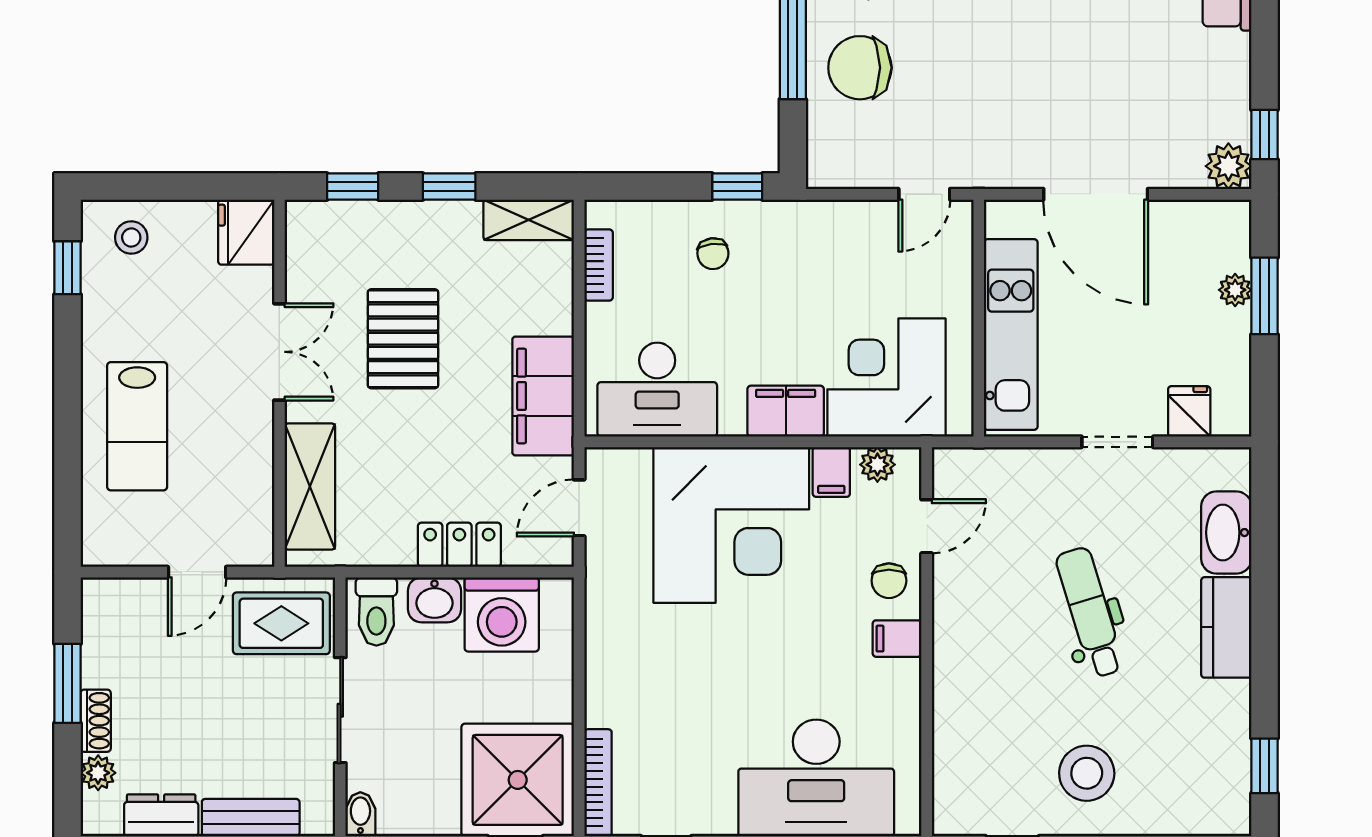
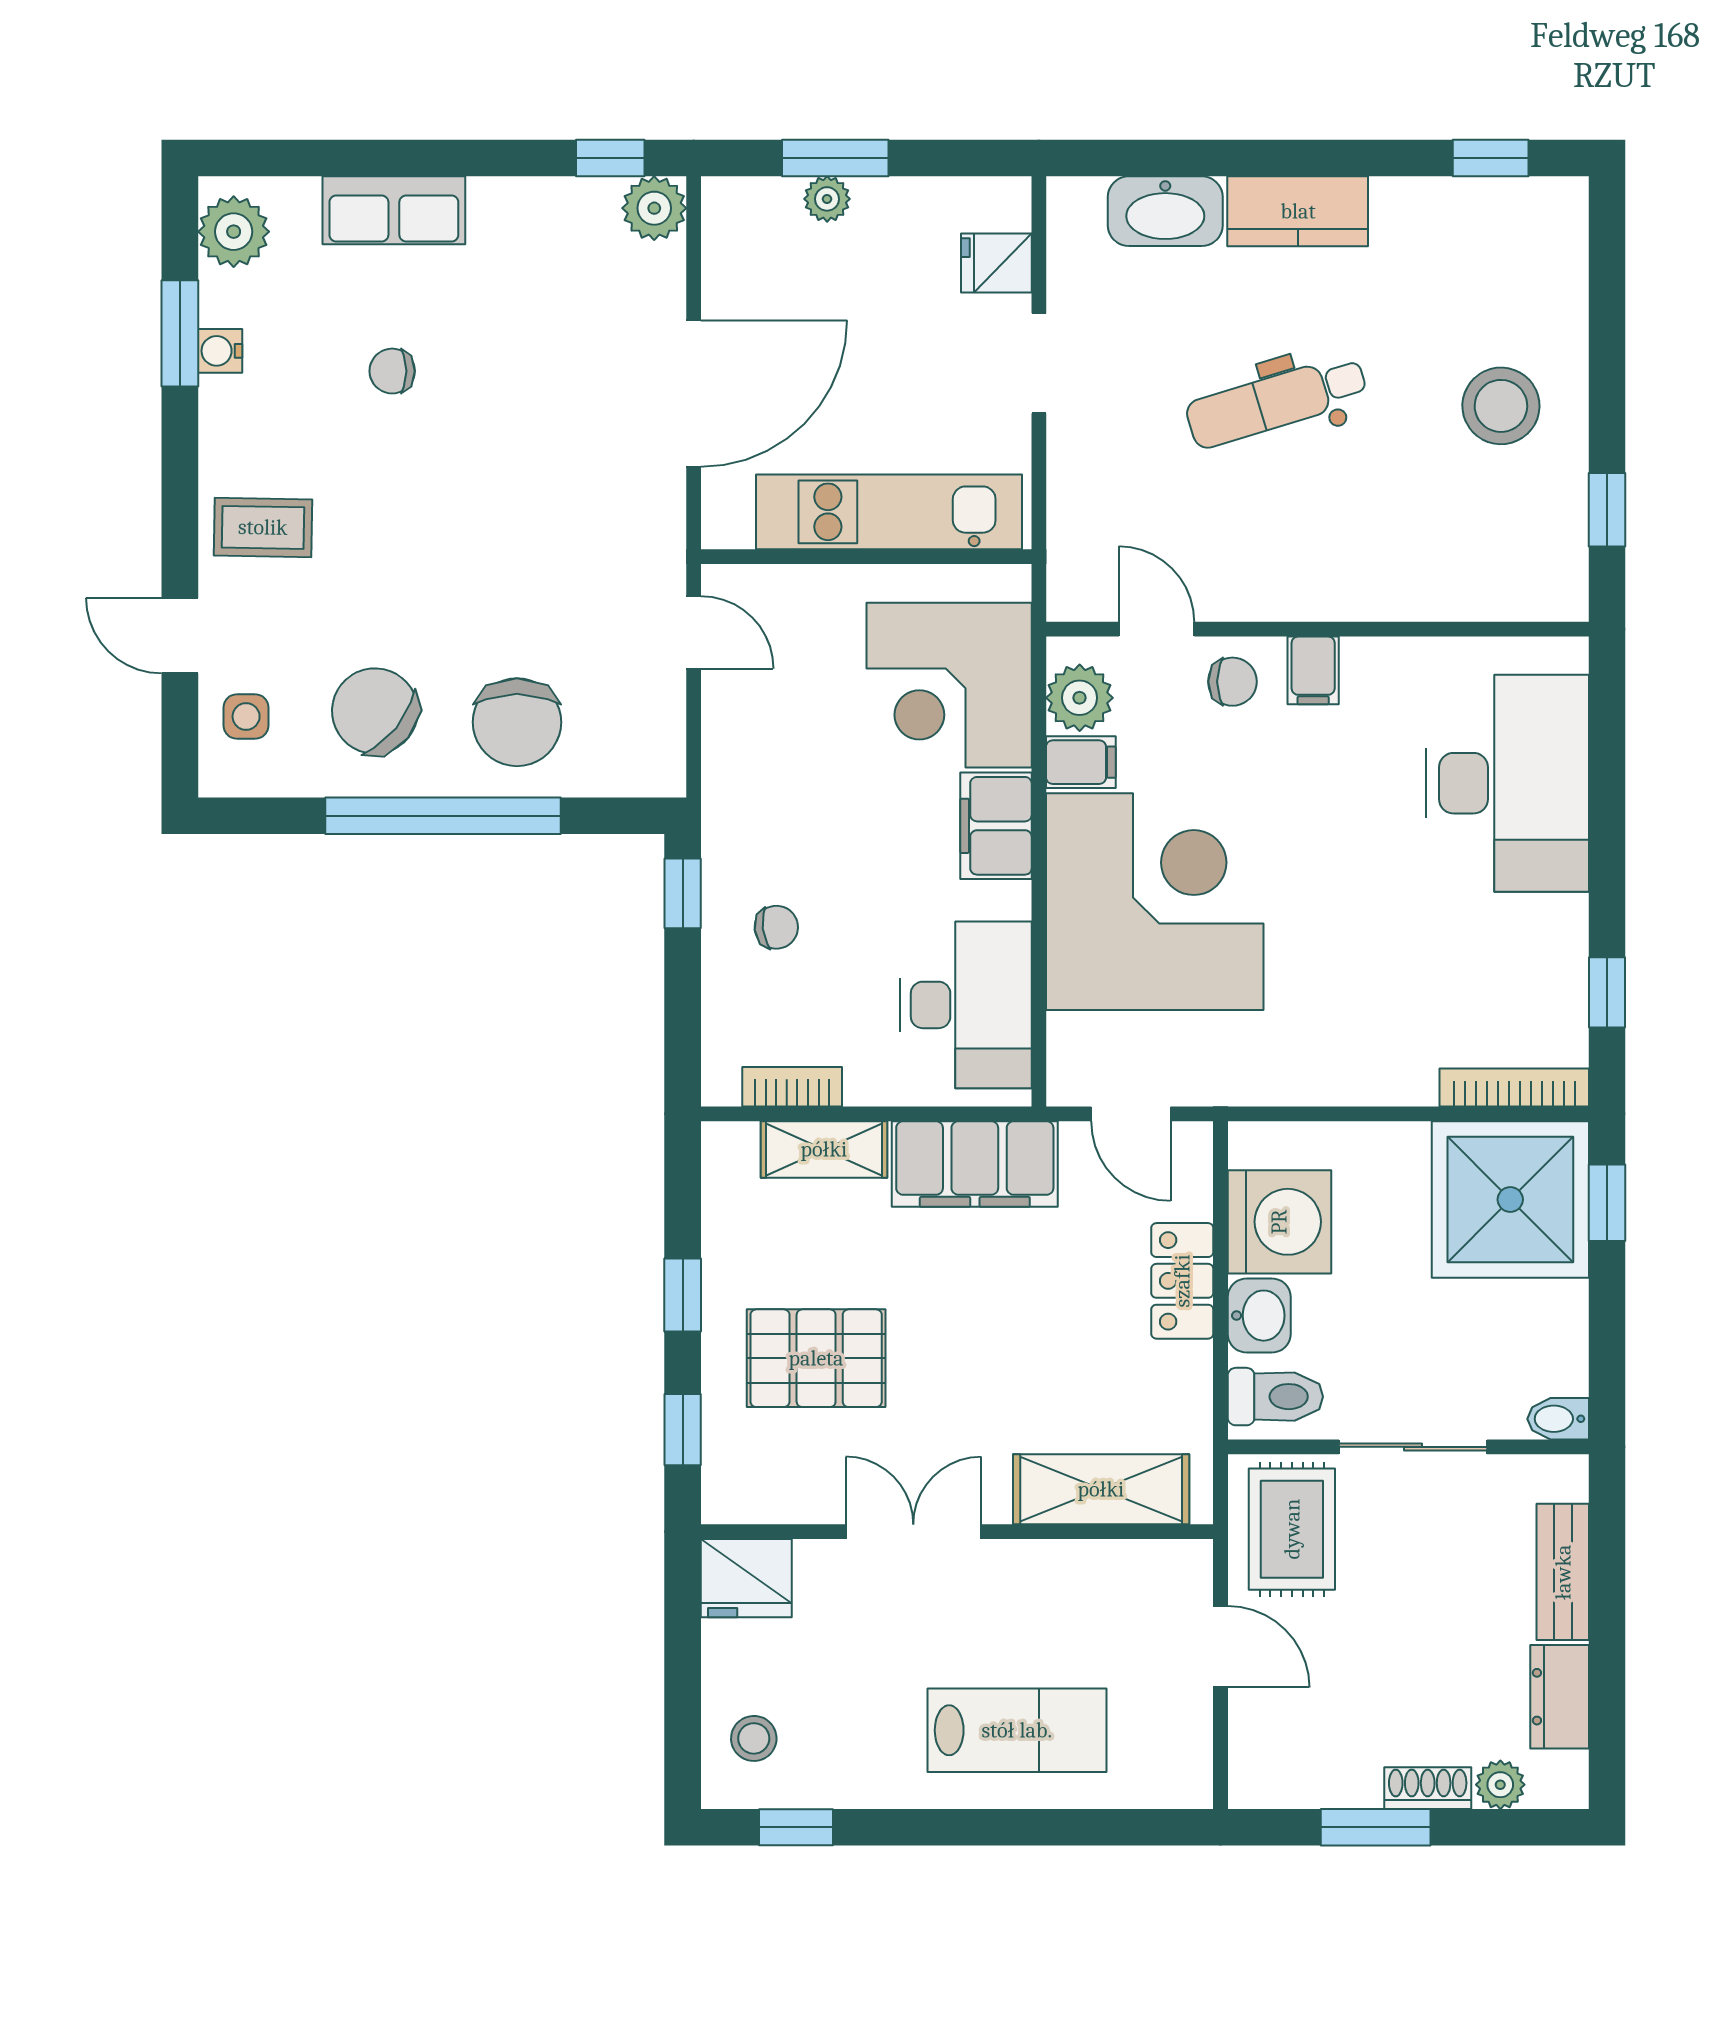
shelving: (529, 220) -> (824, 1149), moved, turned 90
pallet: (403, 339) -> (816, 1358), moved
plant: (877, 465) -> (1080, 698), width x1.38, depth x1.38

